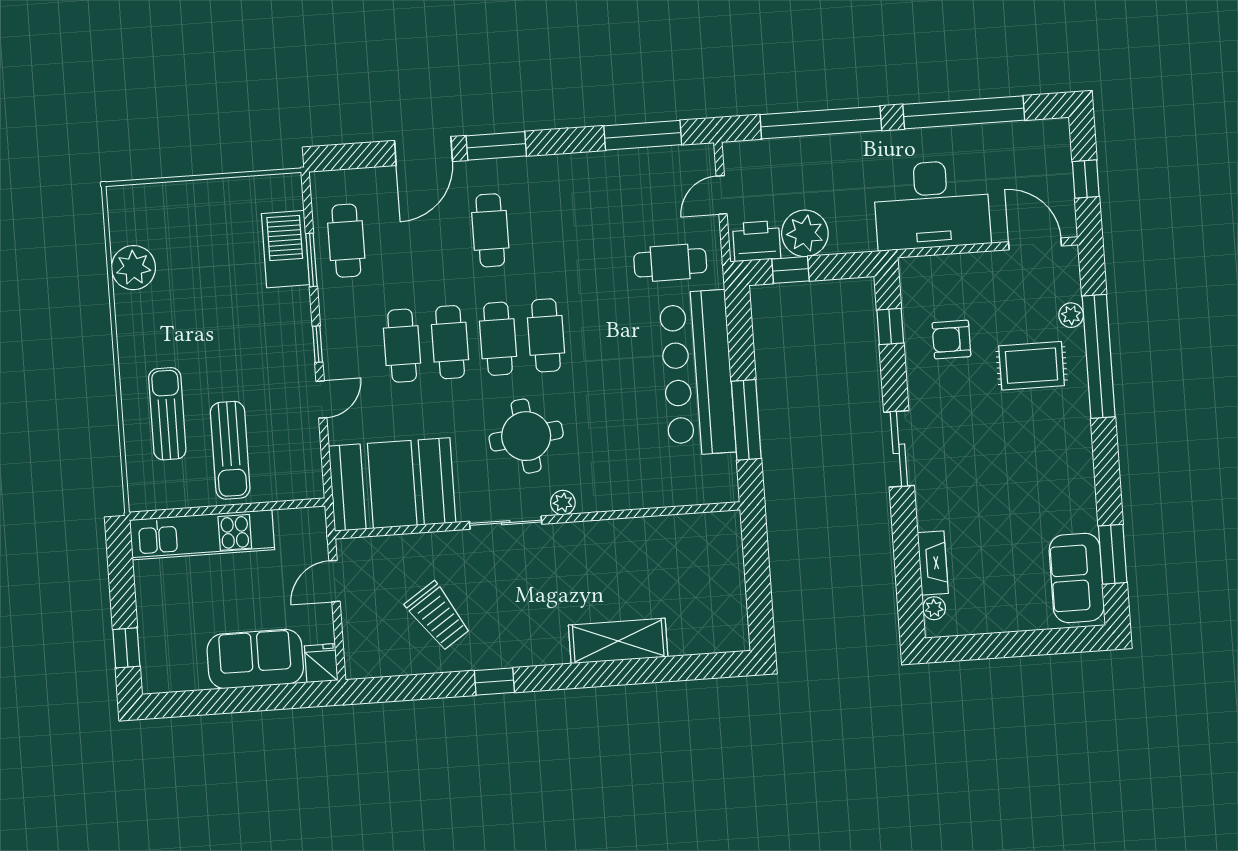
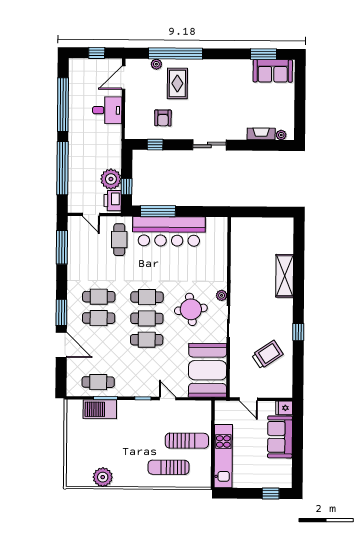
desk: (932, 205) -> (107, 110), width x0.53, depth x0.77
cafe table: (402, 346) -> (99, 297), moved
window: (746, 420) -> (158, 211), moved

